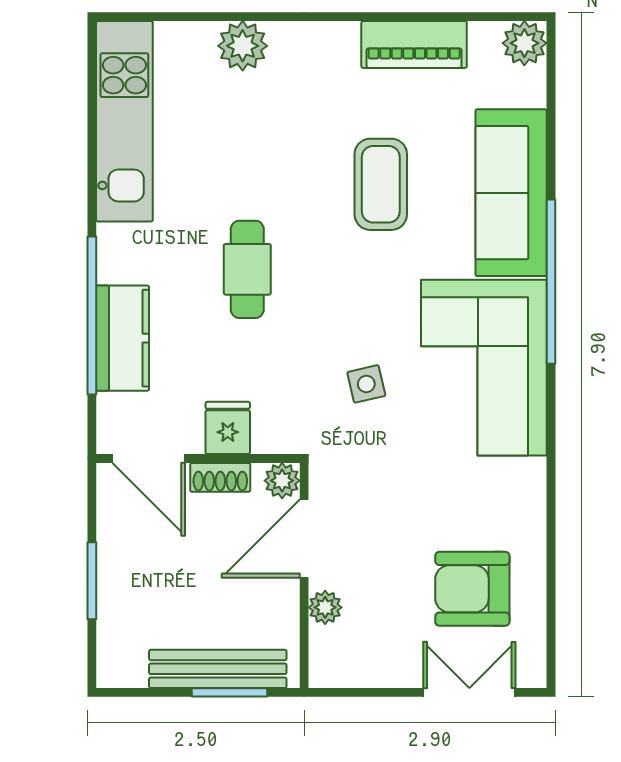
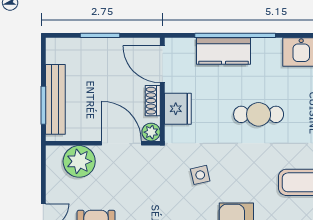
fridge: (228, 428) -> (178, 109), width x1.38
door: (149, 458) -> (162, 64), hinge flipped
plant: (325, 607) -> (79, 161), width x1.88, depth x1.88

